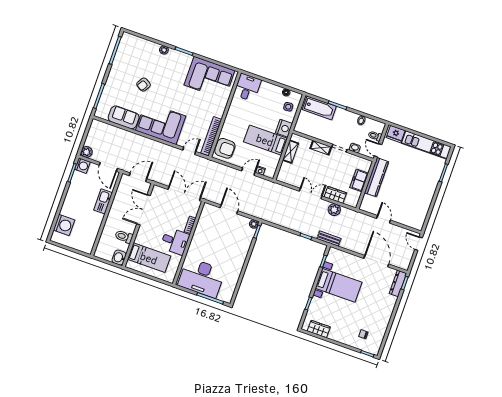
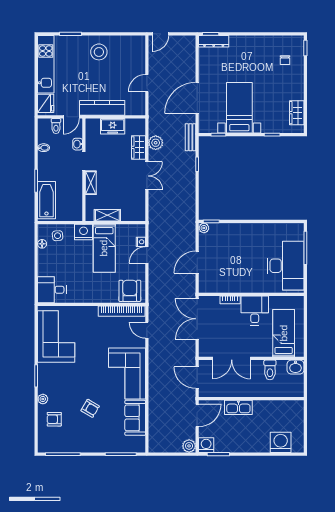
armchair: (145, 53) -> (54, 419), added
door: (248, 172) -> (147, 255), hinge flipped
stool: (421, 190) -> (99, 52), added
double door: (311, 194) -> (147, 176), swing flipped
door: (376, 261) -> (197, 98), moved

